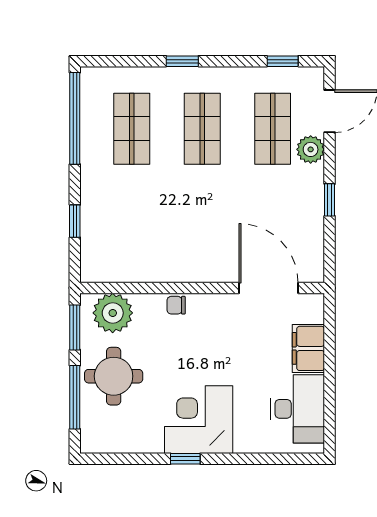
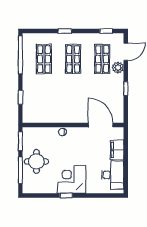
plant: (113, 313) -> (36, 135), removed

